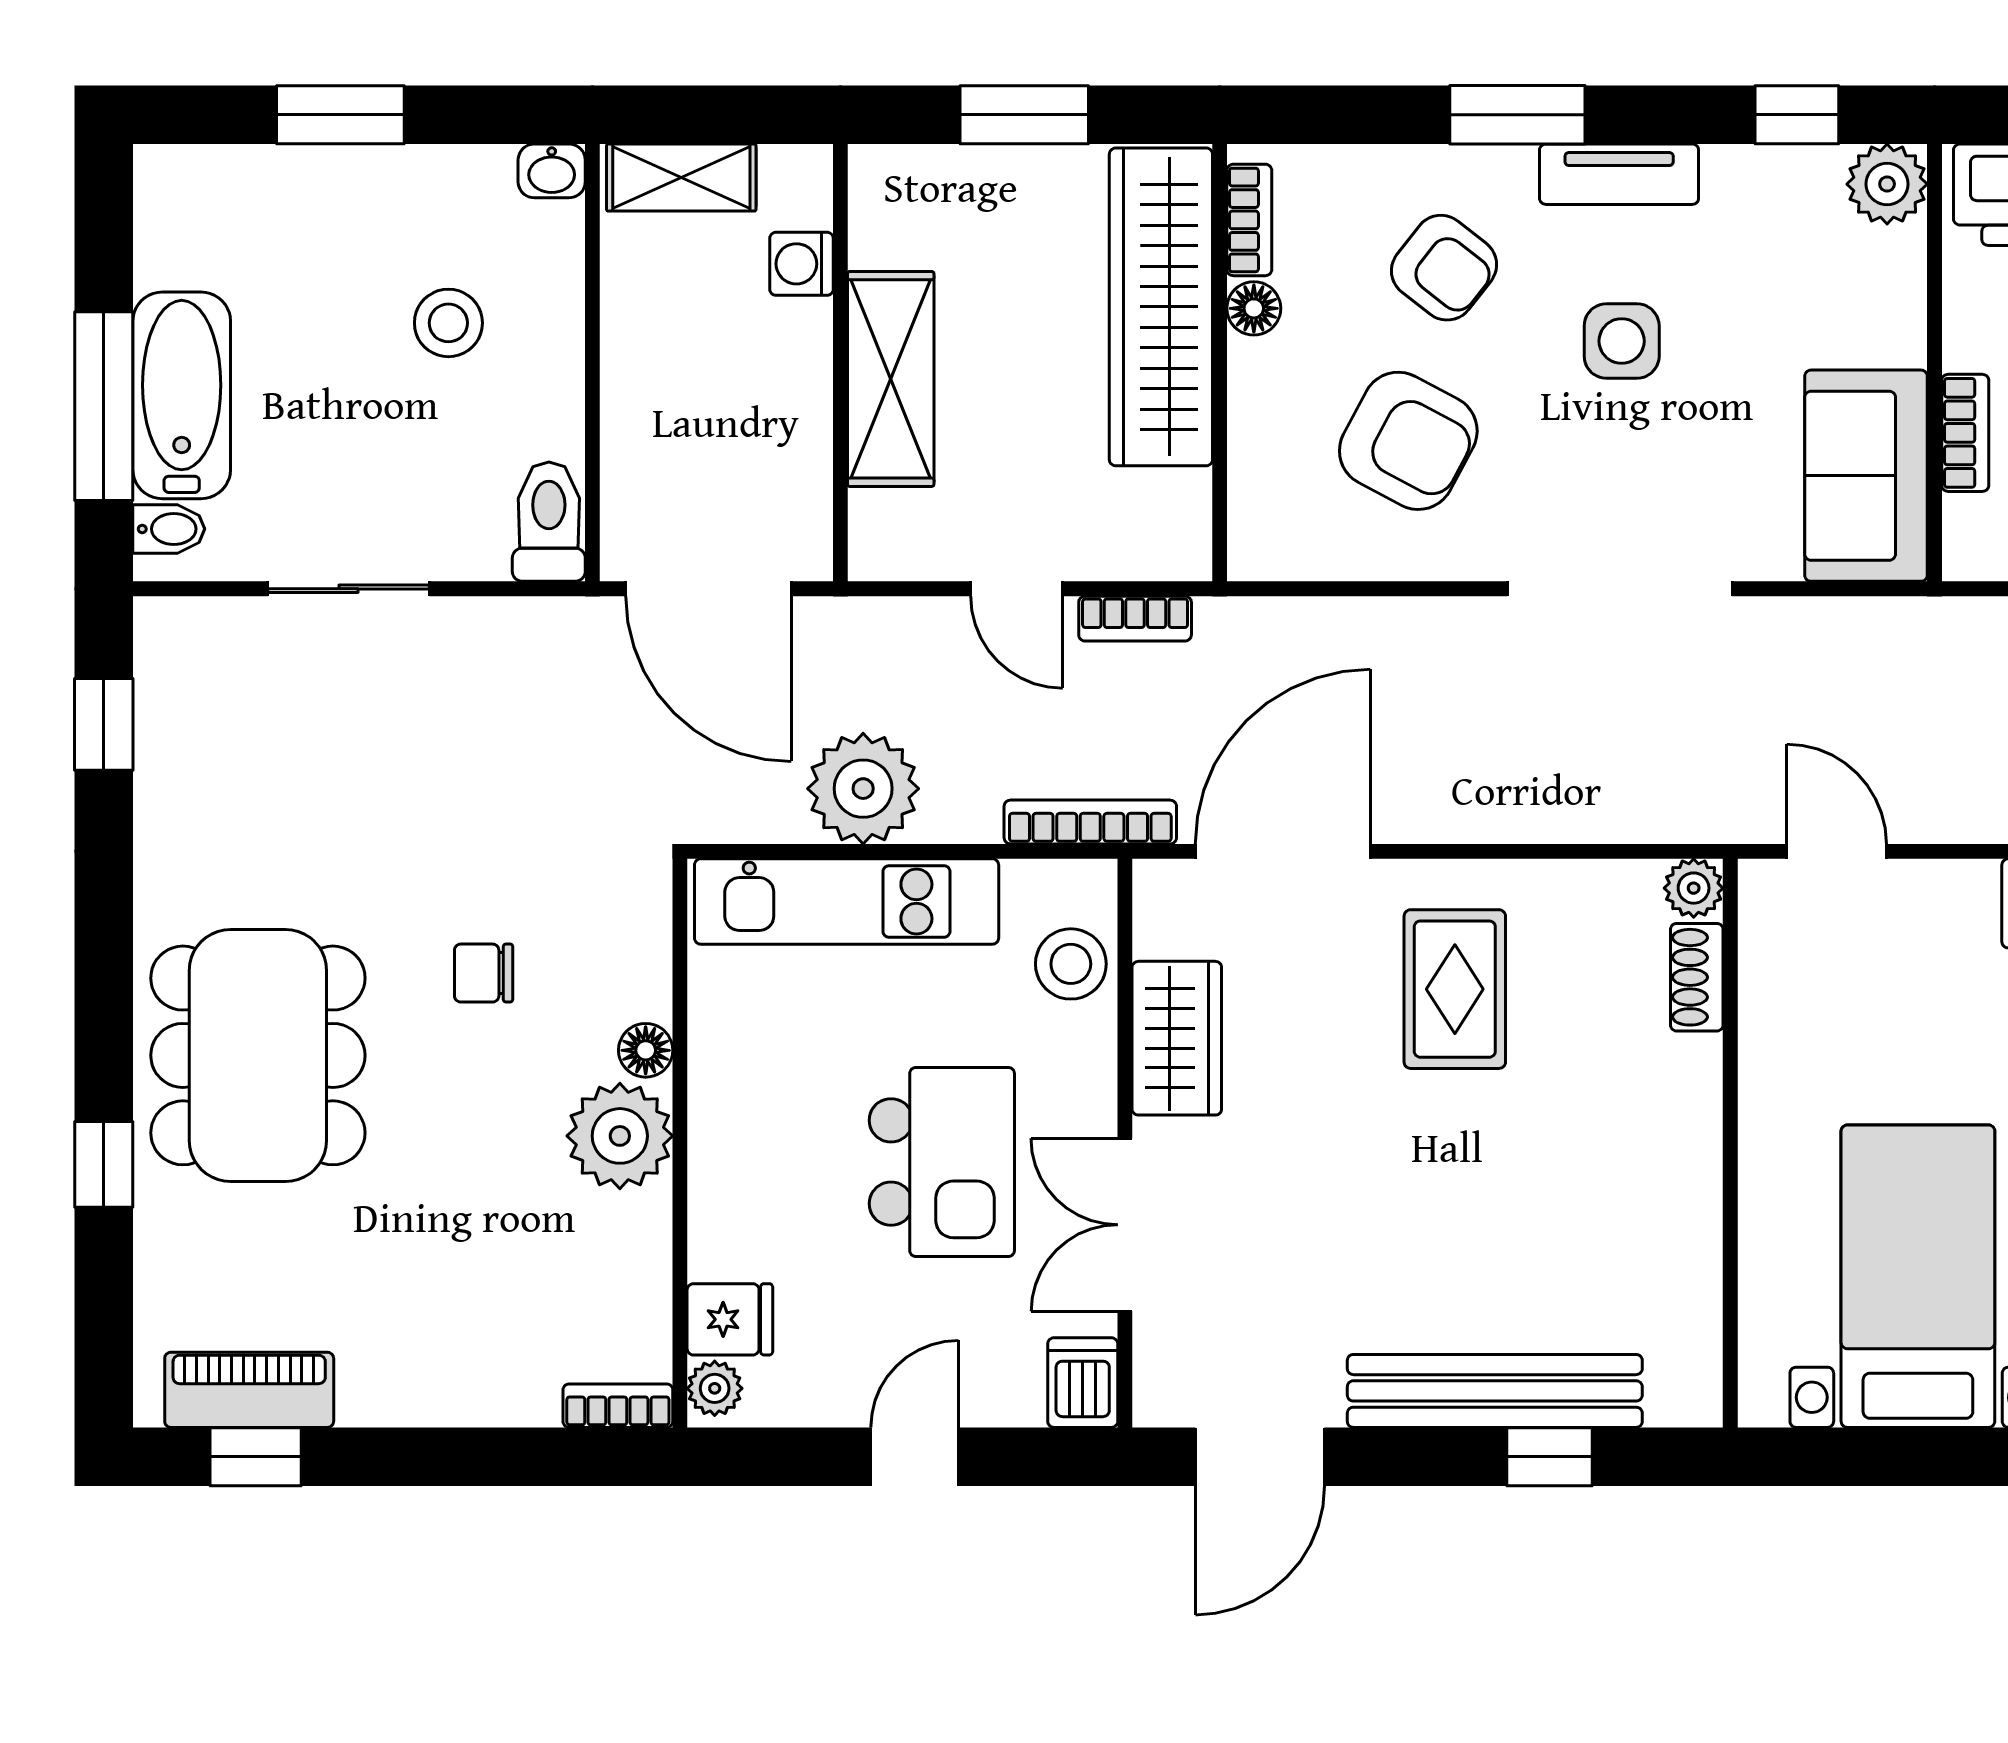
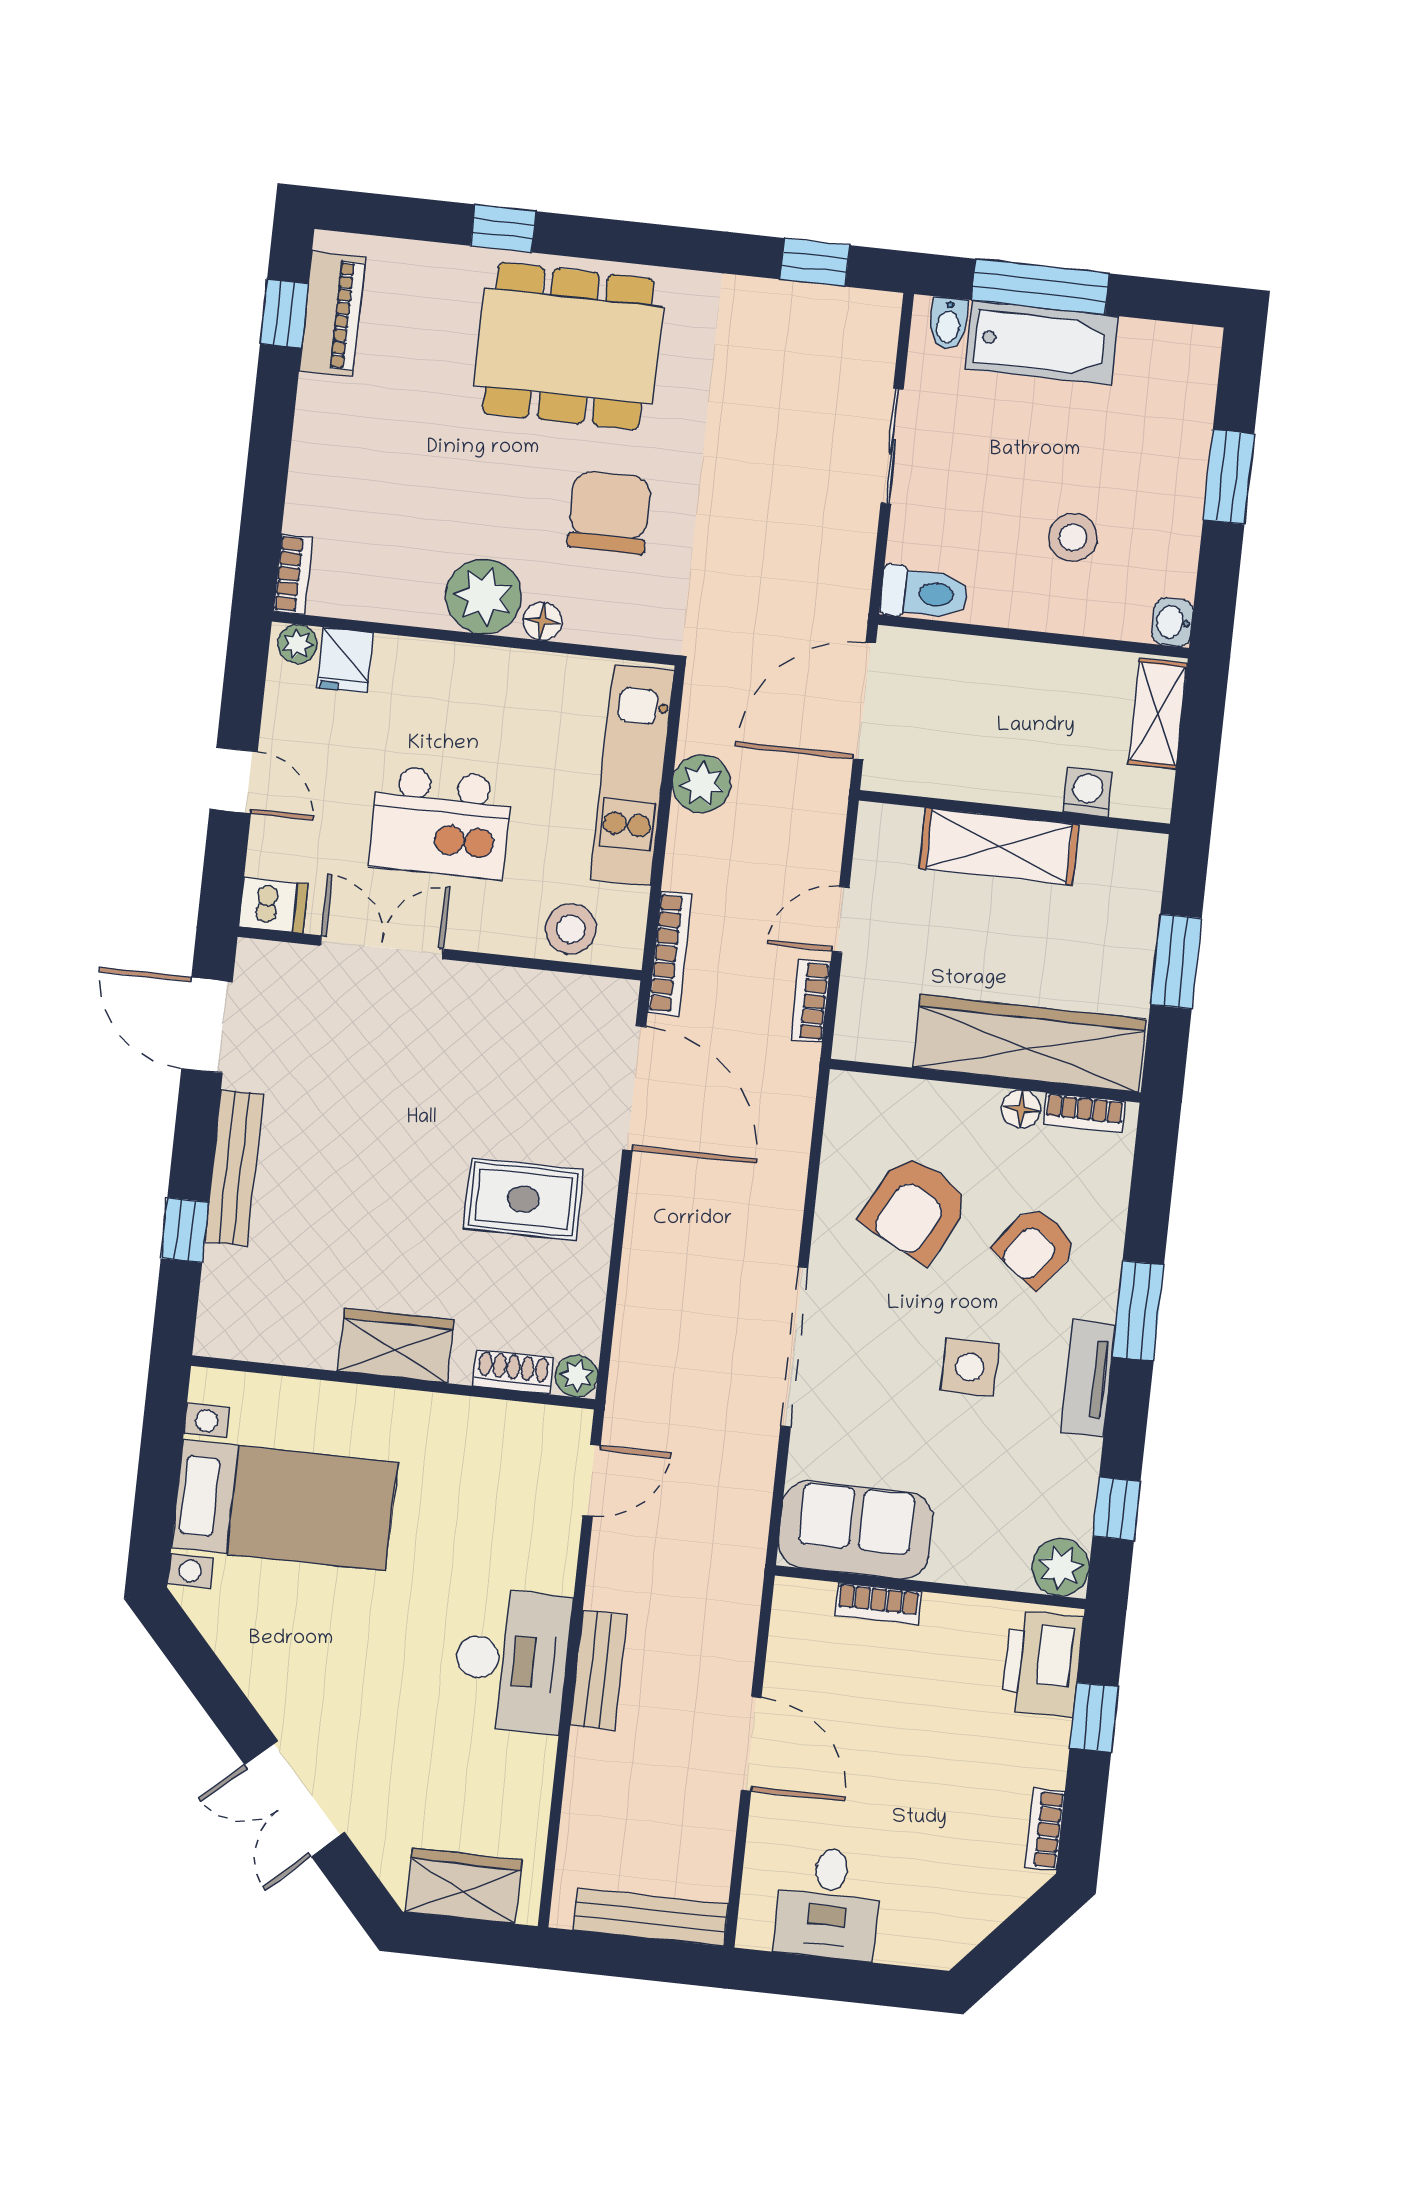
plant: (863, 789) -> (702, 784), width x0.73, depth x0.73
chair: (484, 973) -> (609, 512), width x1.87, depth x1.87
wardrobe: (1177, 1038) -> (396, 1345), moved, turned 180
bench: (1495, 1391) -> (234, 1168), width x0.73, depth x0.82

